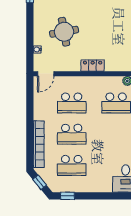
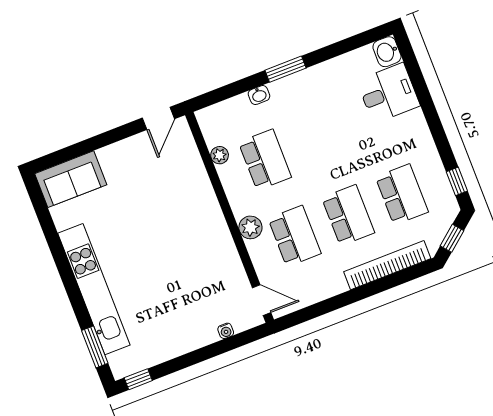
round table: (64, 32) -> (177, 297), removed
locker: (93, 66) -> (216, 225), removed
plant: (85, 82) -> (250, 227), added

